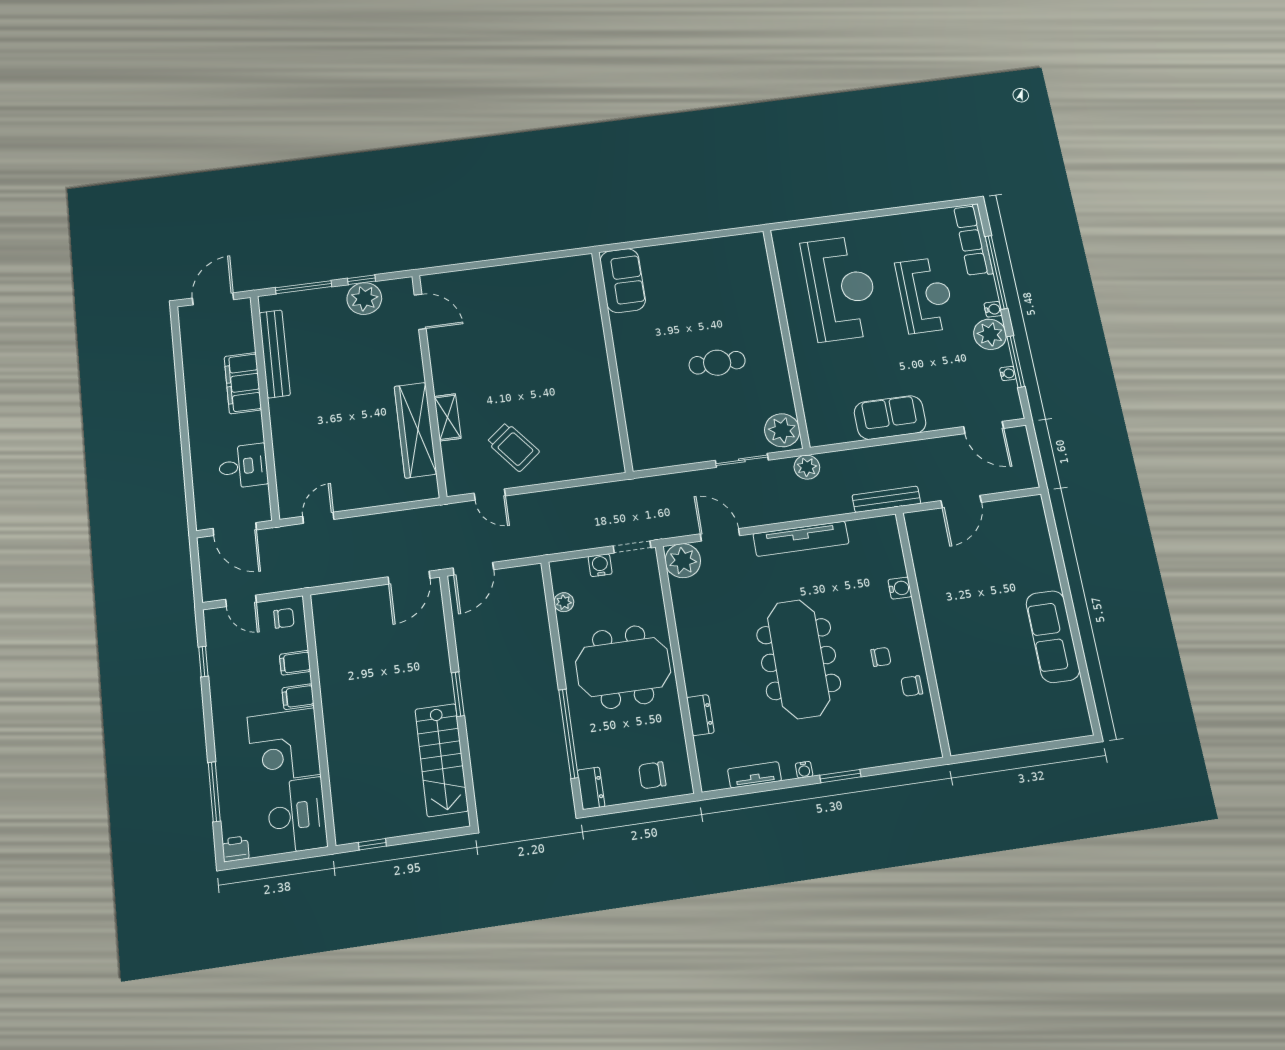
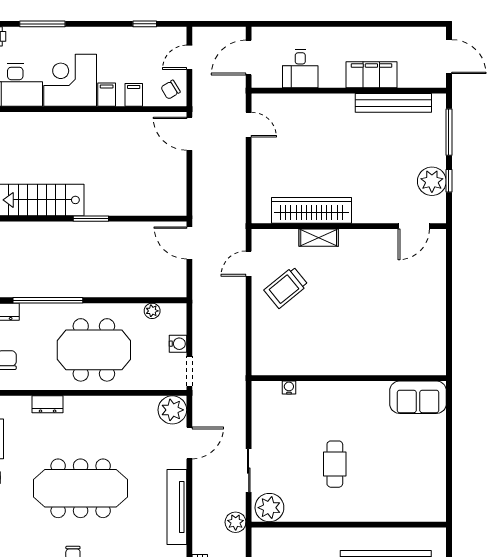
water cooler: (634, 427) -> (289, 388), added
door: (409, 578) -> (189, 134), moved
chair: (284, 618) -> (170, 90), turned 59
meeting table: (623, 667) -> (94, 350), turned 90

